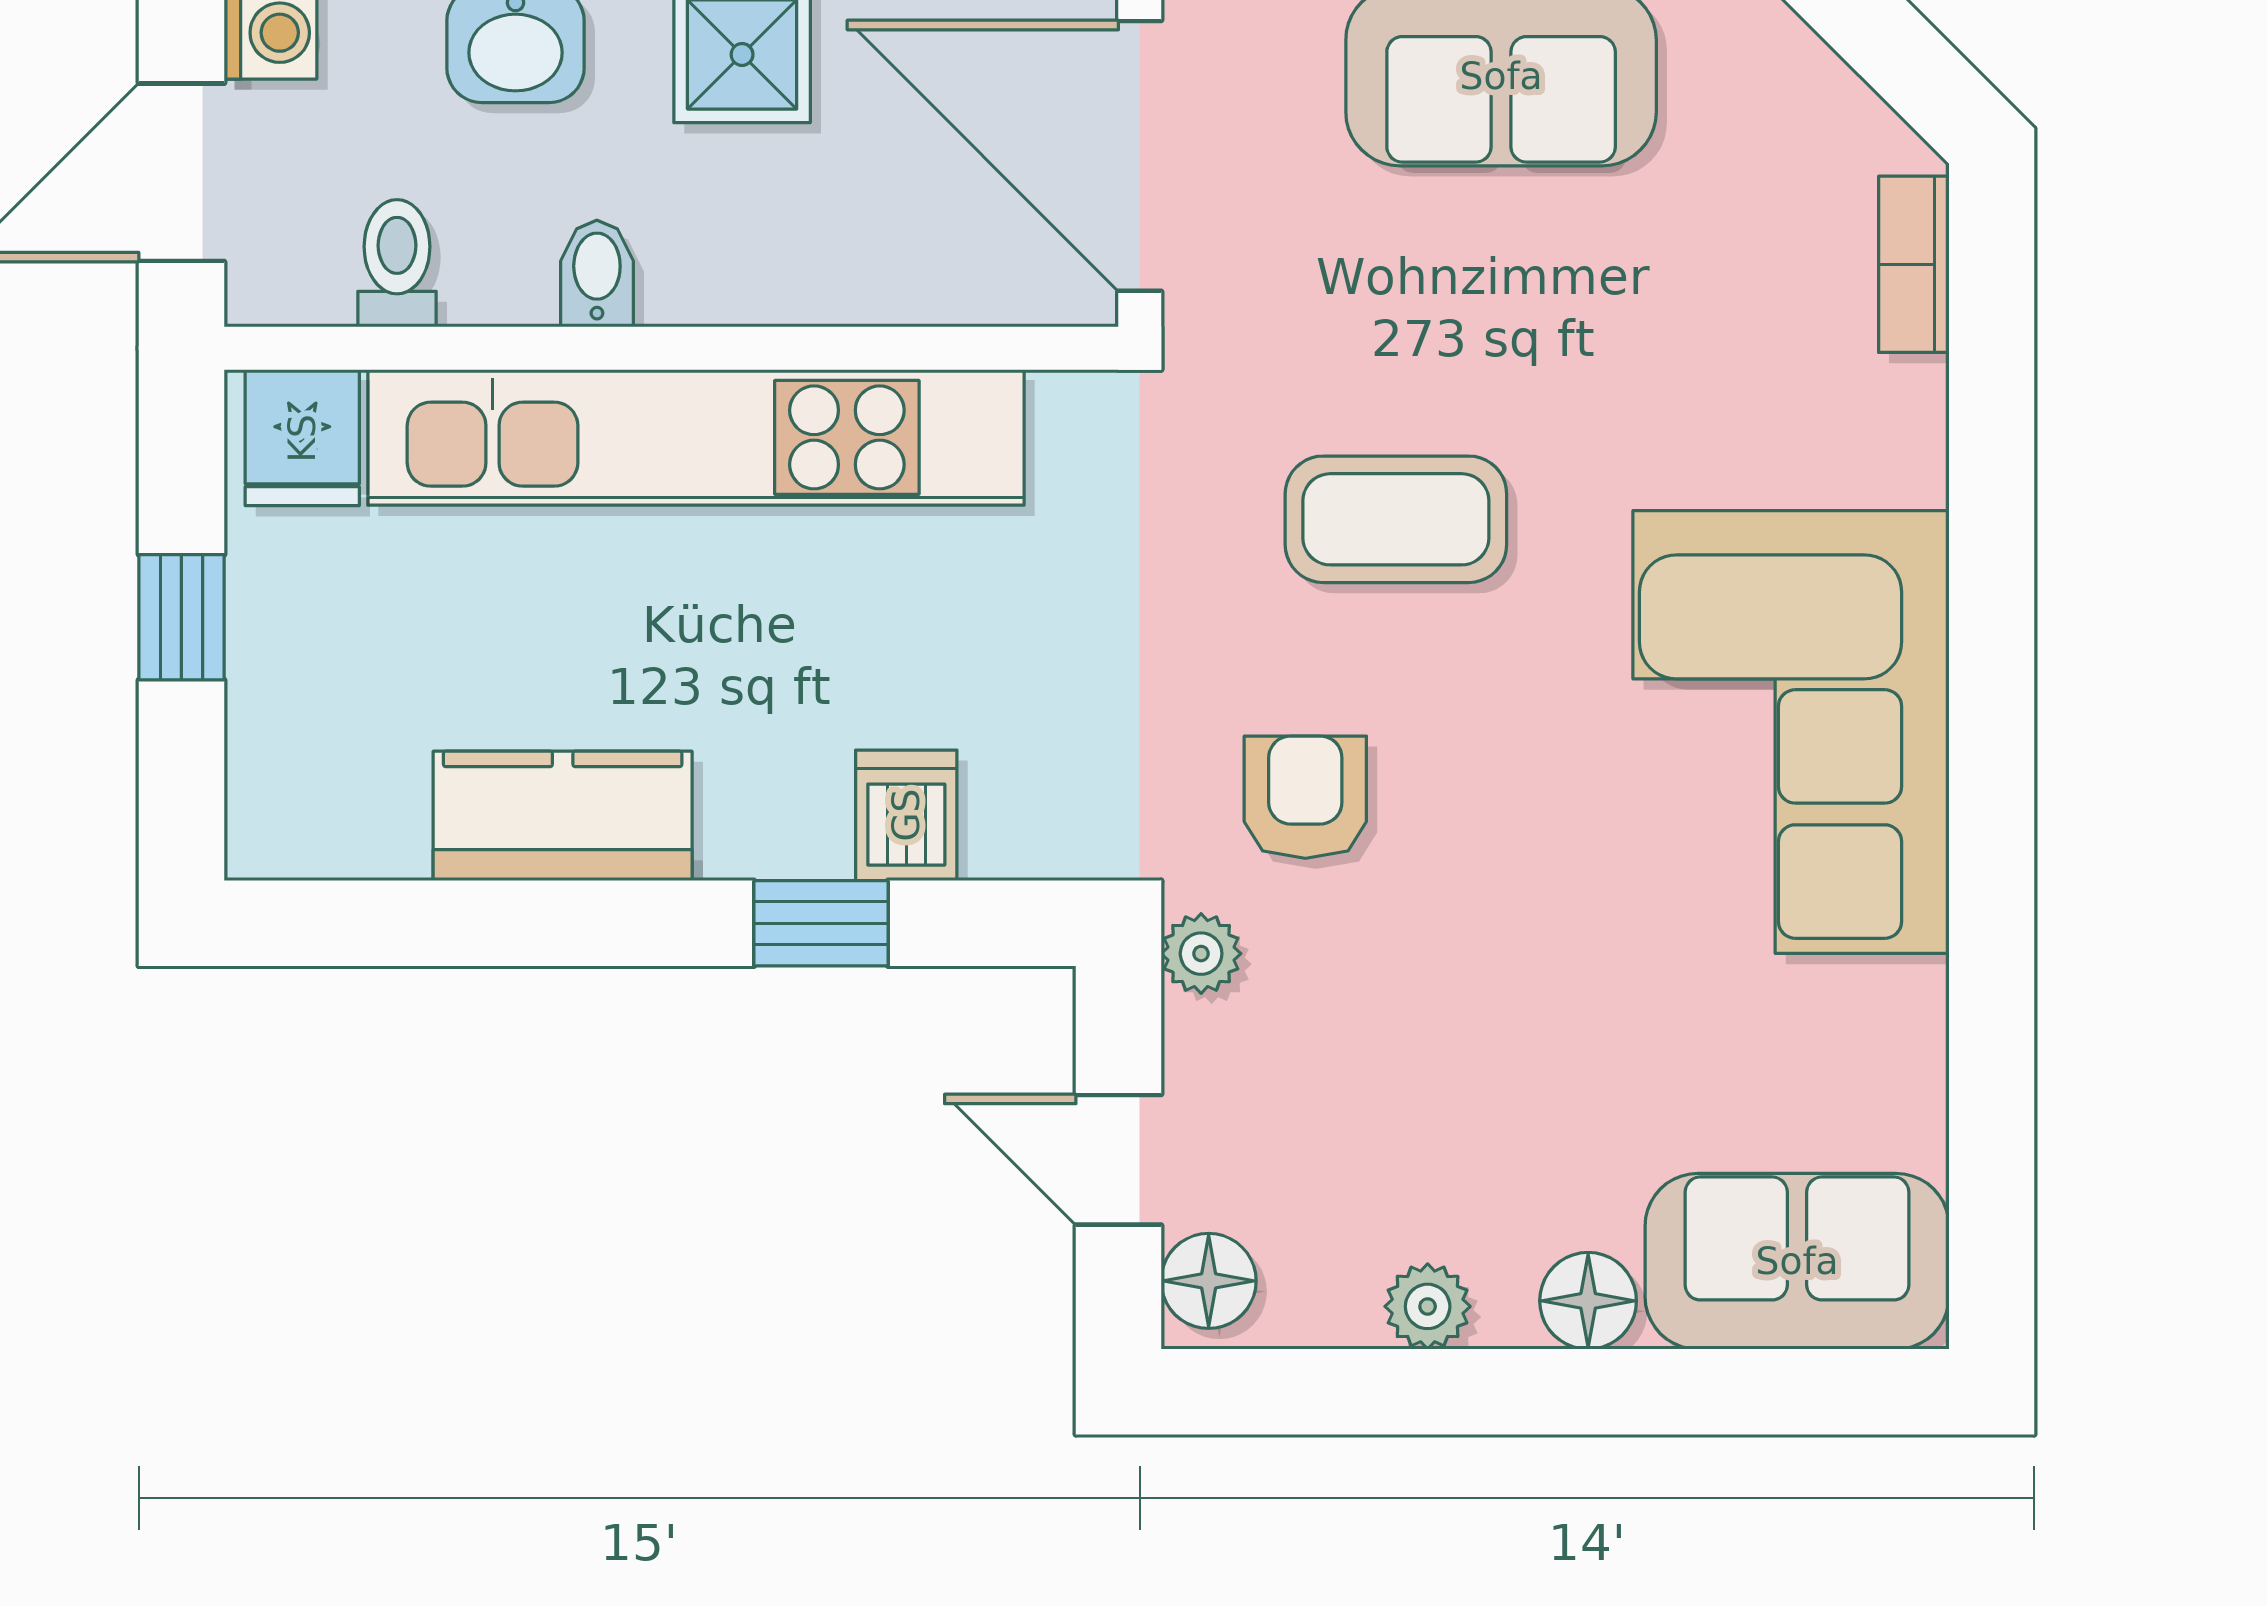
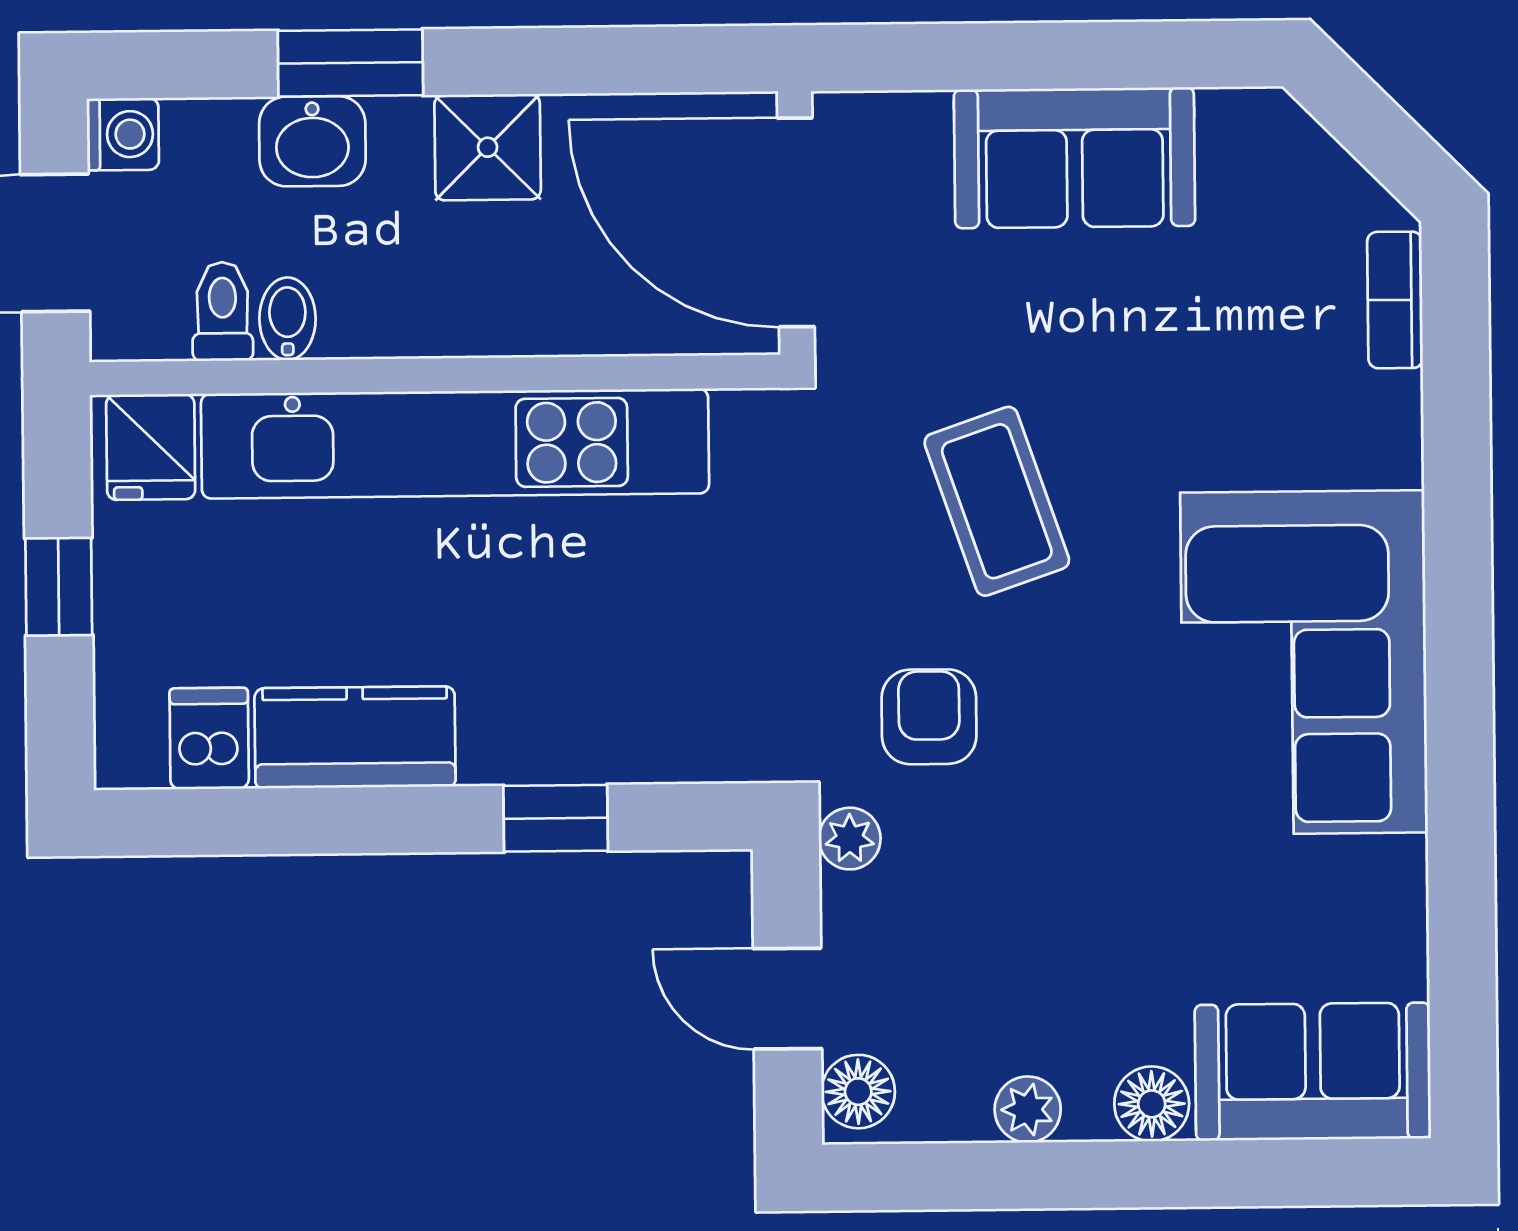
bidet: (597, 274) -> (288, 319), moved
coffee table: (1396, 519) -> (997, 501), turned 71
dishwasher: (906, 815) -> (209, 738), moved

